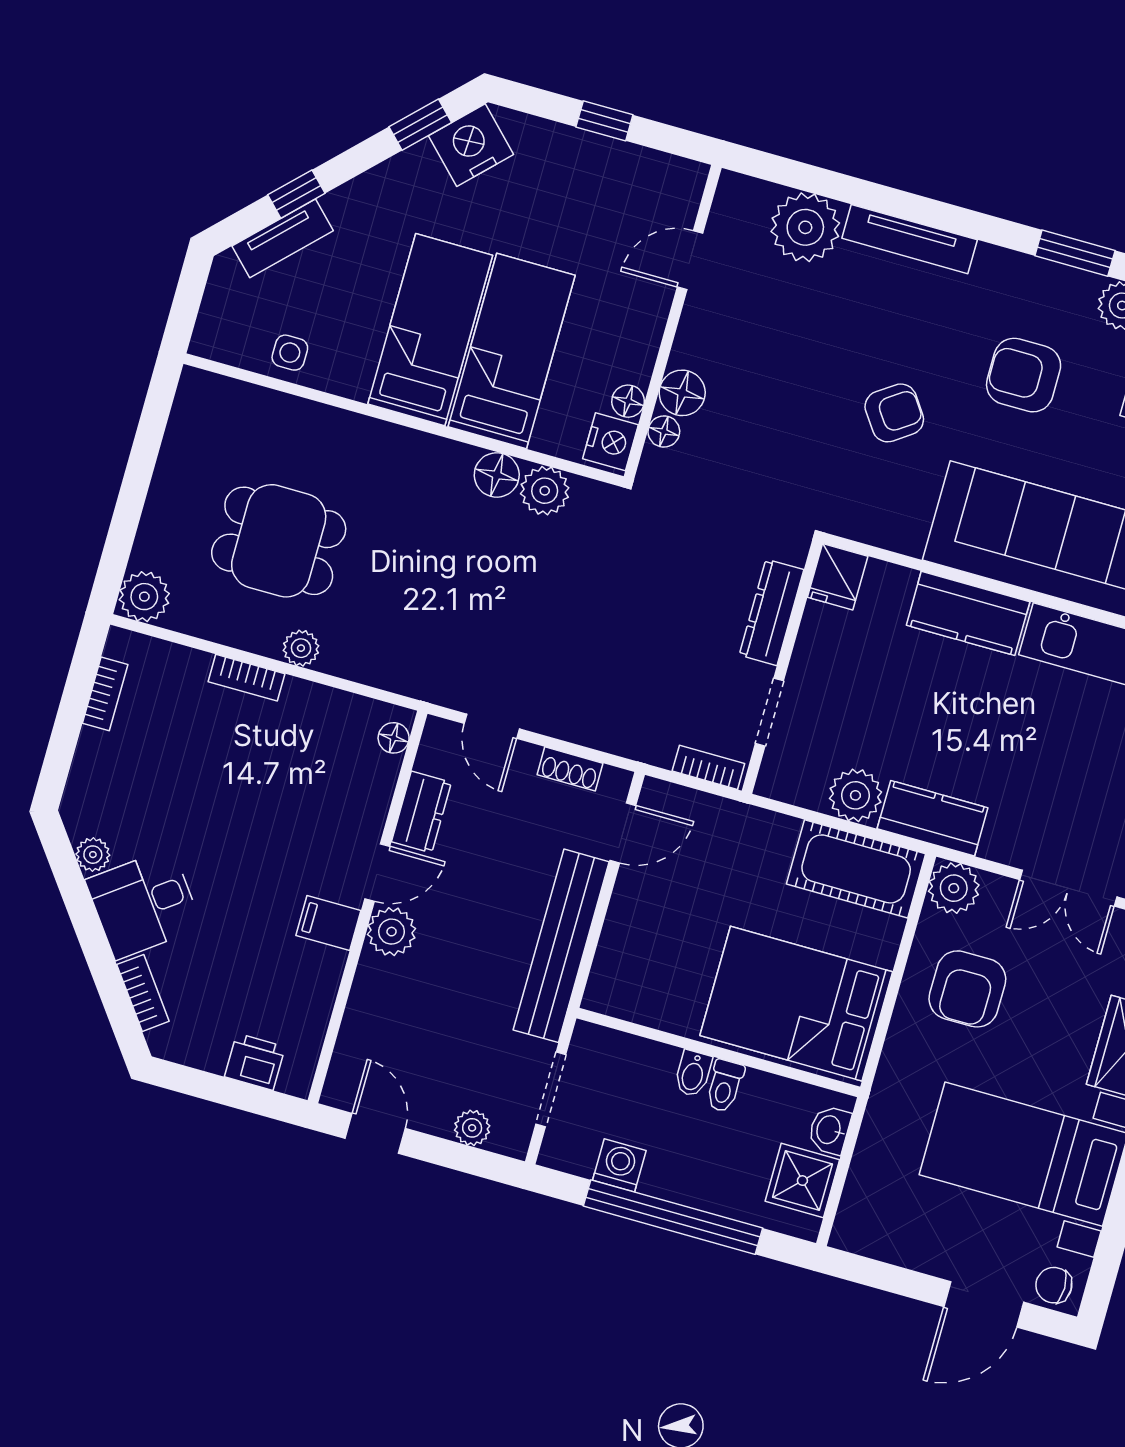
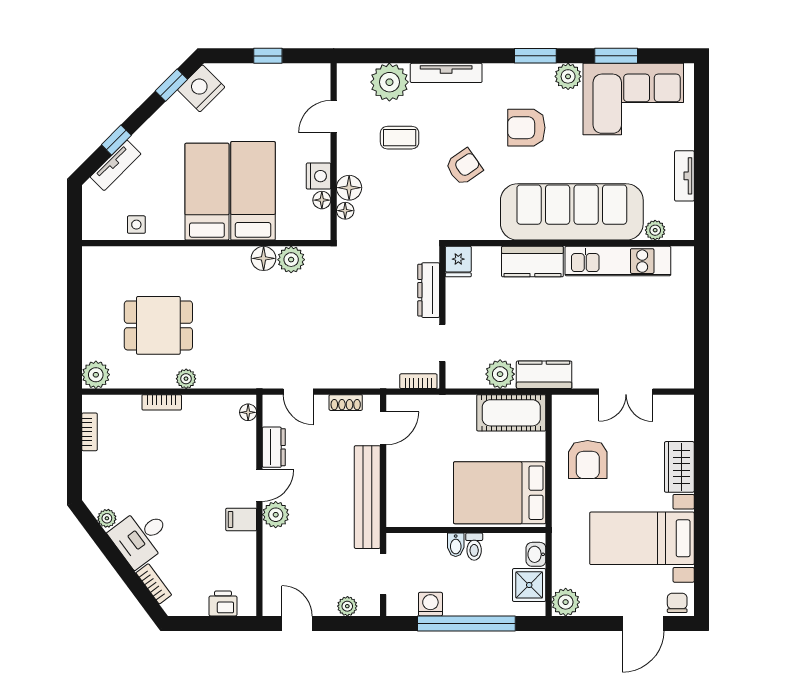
coffee table: (796, 330) -> (400, 138), added
nightstand: (610, 442) -> (319, 176), moved
plant: (954, 888) -> (566, 602), moved
chair: (1054, 1285) -> (677, 603), turned 90

